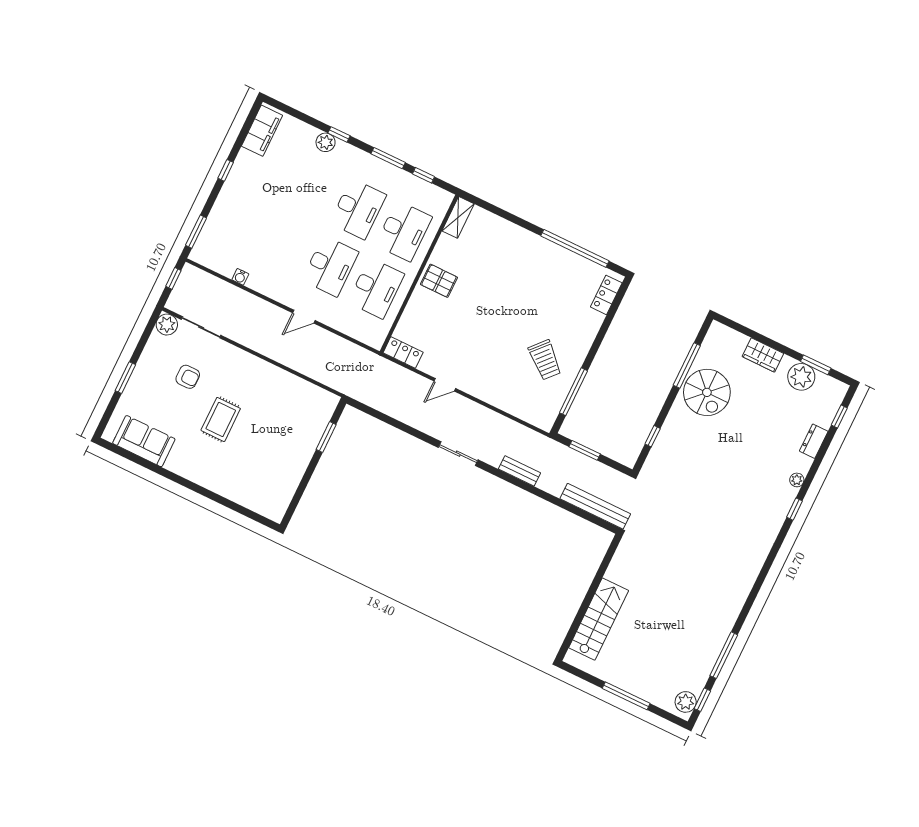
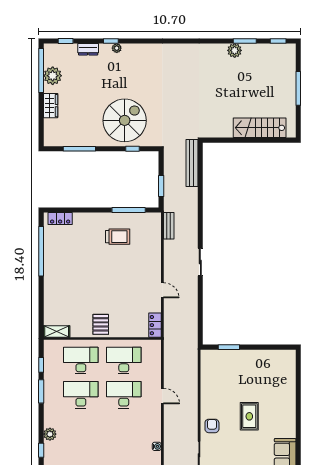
window: (339, 134) -> (41, 450), moved
trolley: (545, 360) -> (118, 237), turned 48
window: (816, 365) -> (41, 71), width x2.11
armchair: (188, 377) -> (212, 426), moved
spiral stairs: (707, 392) -> (125, 120), moved, width x1.37, depth x1.37
rug: (221, 419) -> (249, 416), turned 90
bench: (520, 471) -> (169, 226), moved
window: (794, 509) -> (111, 41), moved
window: (724, 655) -> (245, 41), width x0.69
plant: (686, 702) -> (235, 50), moved

